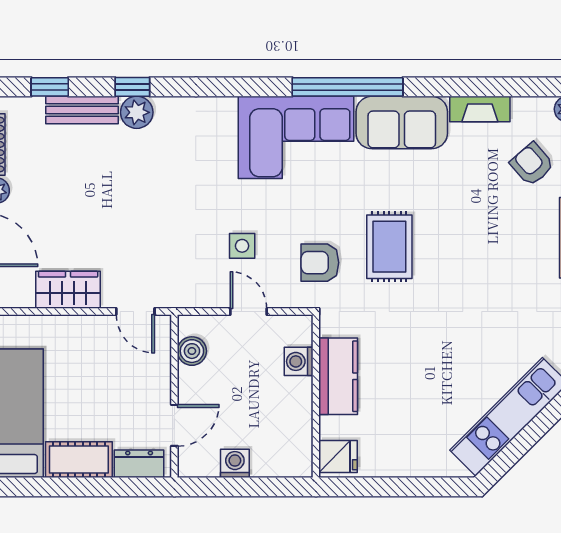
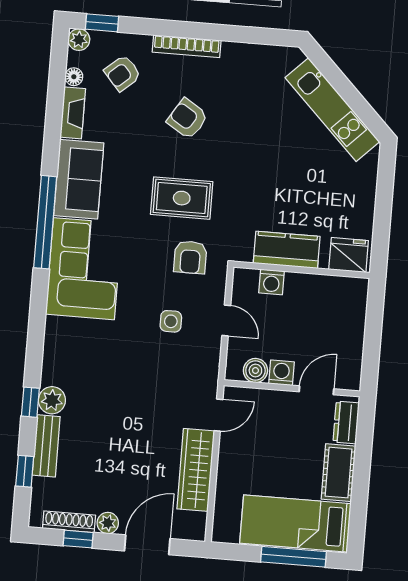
floor lamp: (523, 107) -> (74, 77), added
armchair: (484, 246) -> (187, 119), added
wardrobe: (68, 290) -> (196, 470), width x1.50
door: (248, 311) -> (226, 320), swing flipped
door: (174, 425) -> (316, 390), hinge flipped
fridge: (338, 456) -> (349, 255), width x1.38
washing machine: (235, 463) -> (281, 373), moved, turned 90

